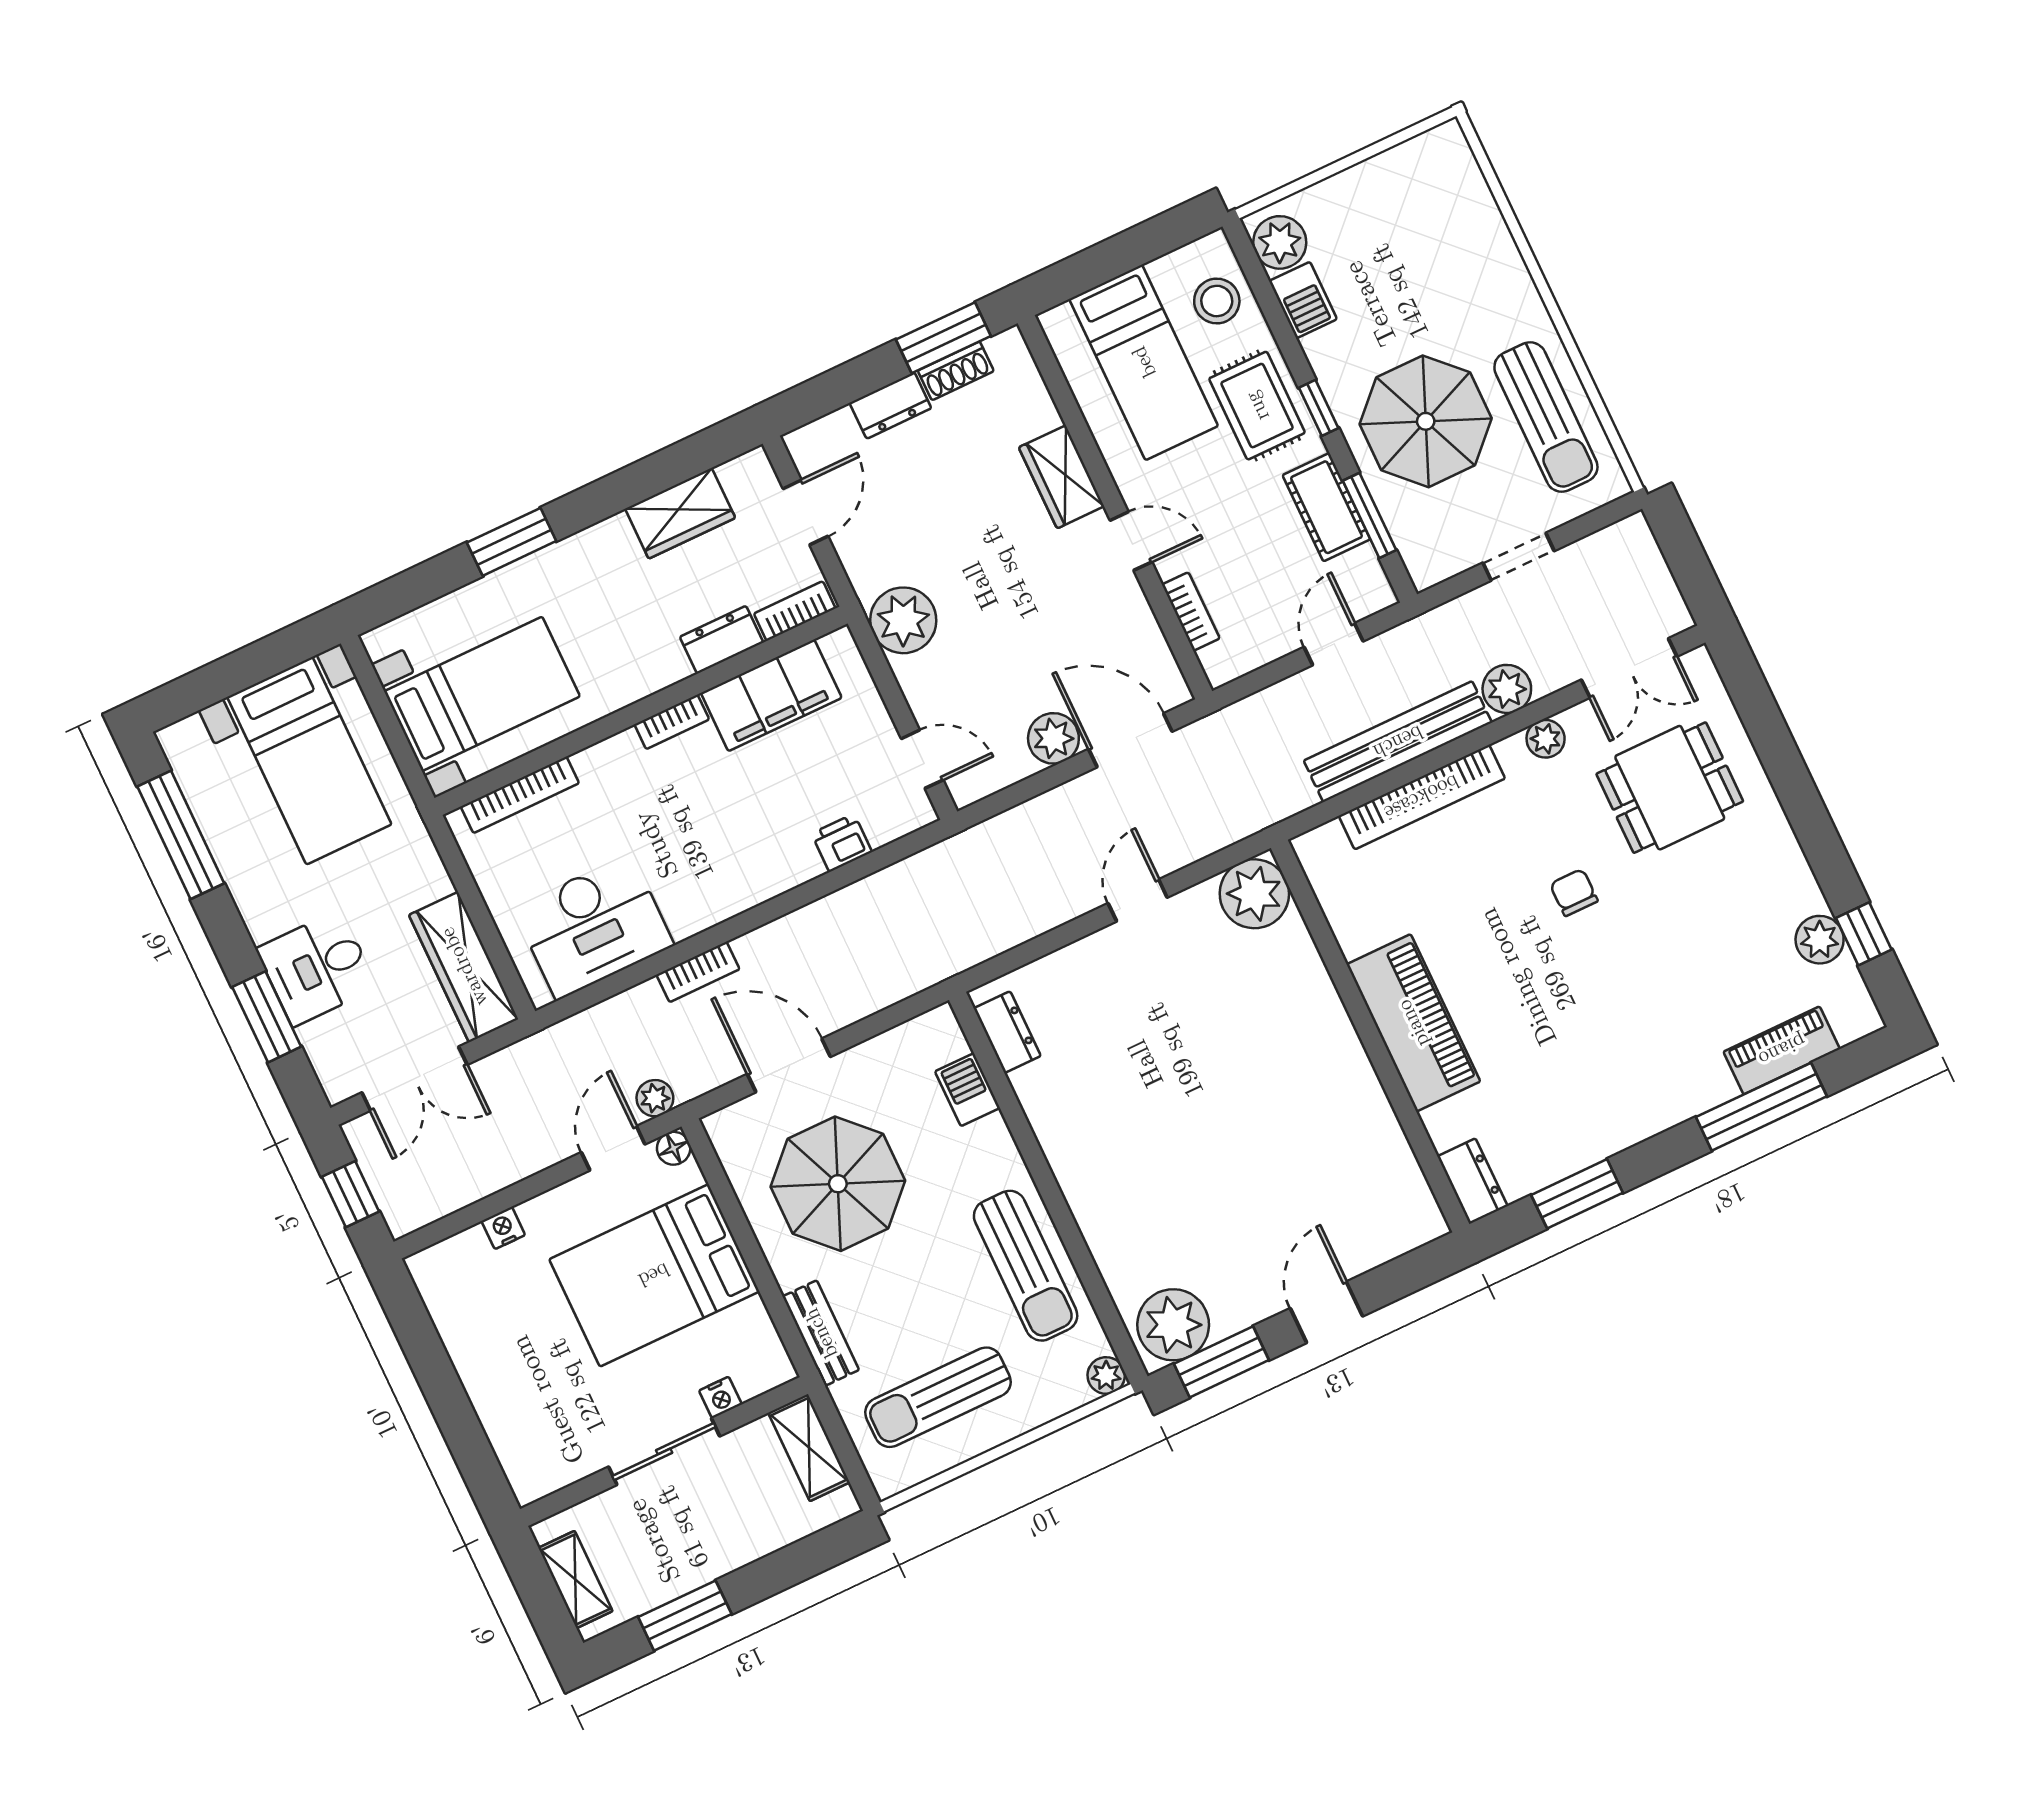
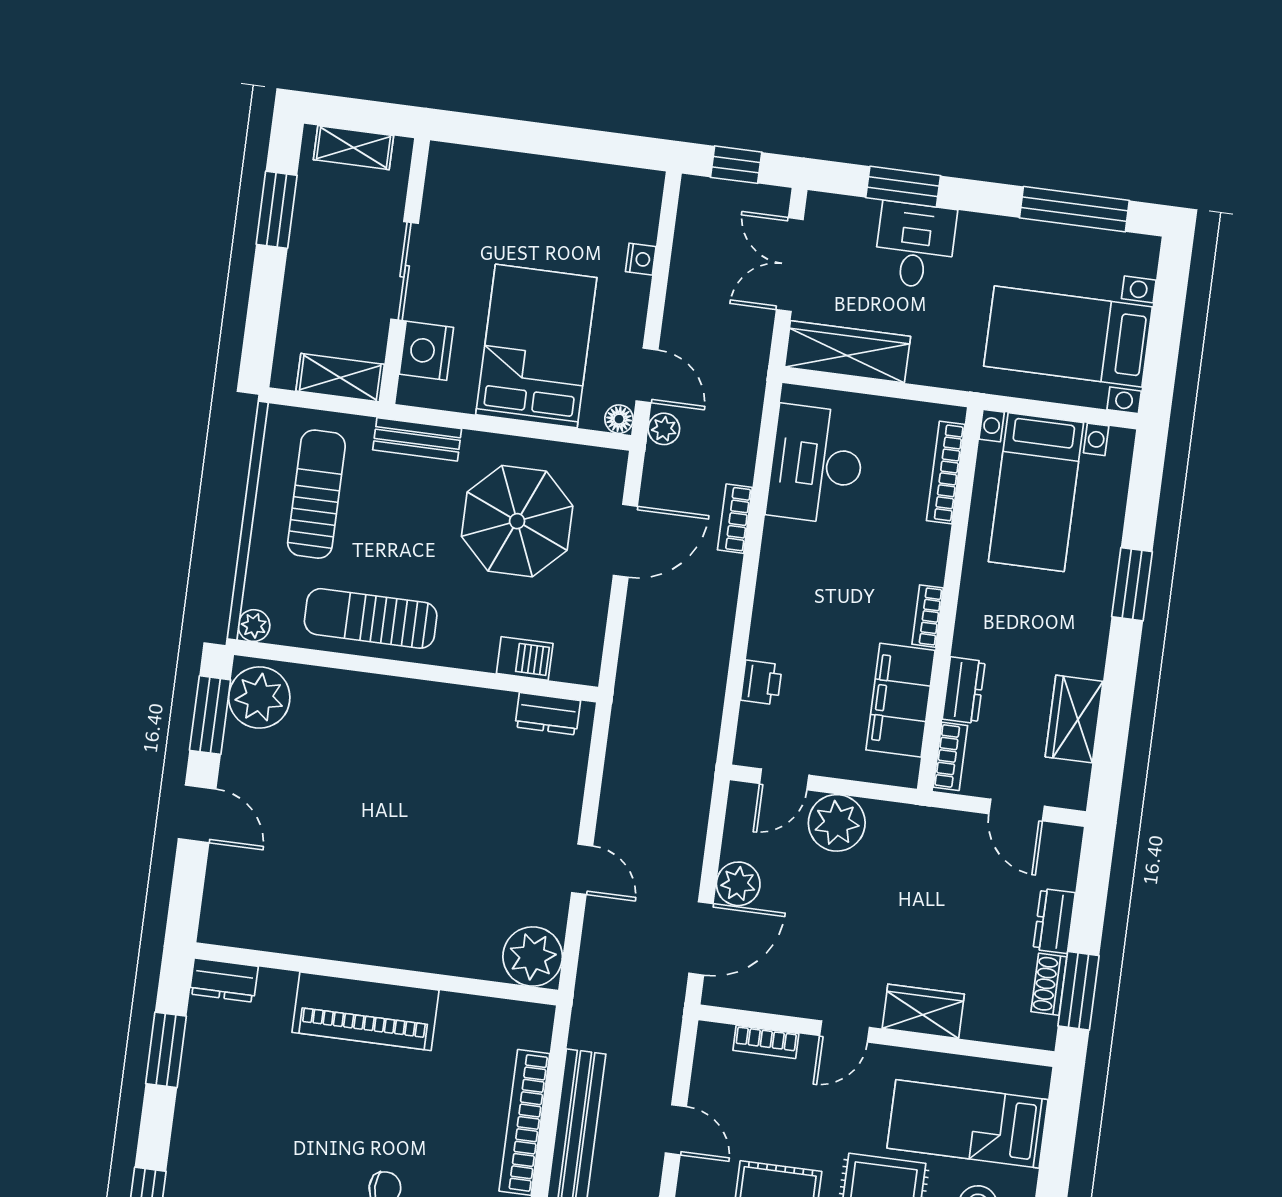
plant: (903, 620) -> (837, 823), moved
nightstand: (720, 1397) -> (426, 351), width x1.89, depth x1.79

